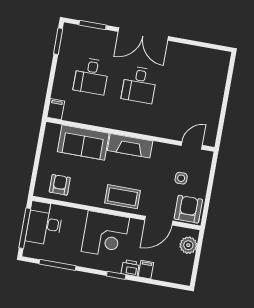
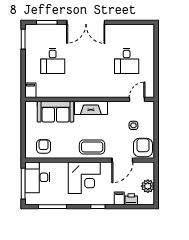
desk: (139, 85) -> (127, 61), moved
plant: (188, 245) -> (148, 186), moved
printer: (130, 268) -> (131, 199), moved

